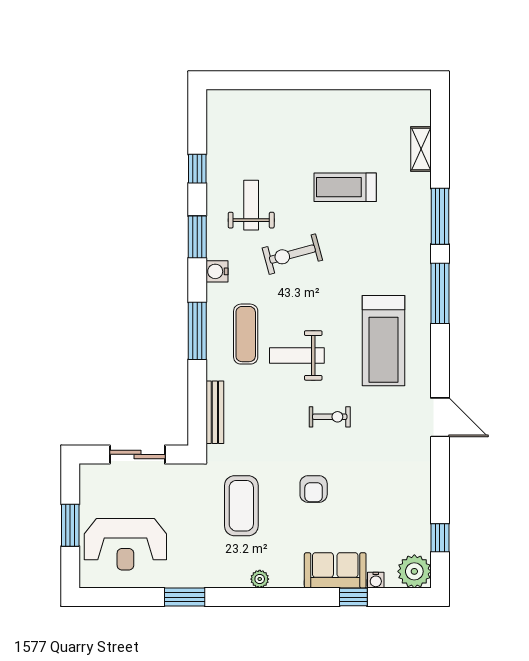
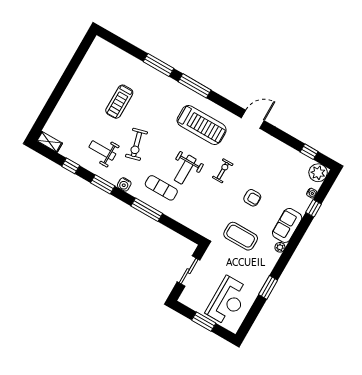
shelving: (421, 149) -> (49, 142), moved
bench: (215, 412) -> (190, 223), removed
sofa: (335, 570) -> (287, 225), moved

